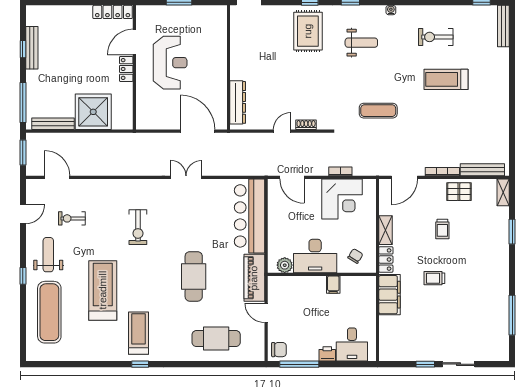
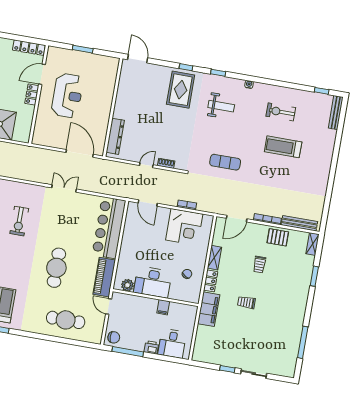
desk: (315, 256) -> (153, 282), moved
plant: (285, 265) -> (127, 285), moved
wall: (322, 274) -> (156, 298), moved
filing cabinet: (333, 285) -> (163, 307), moved

